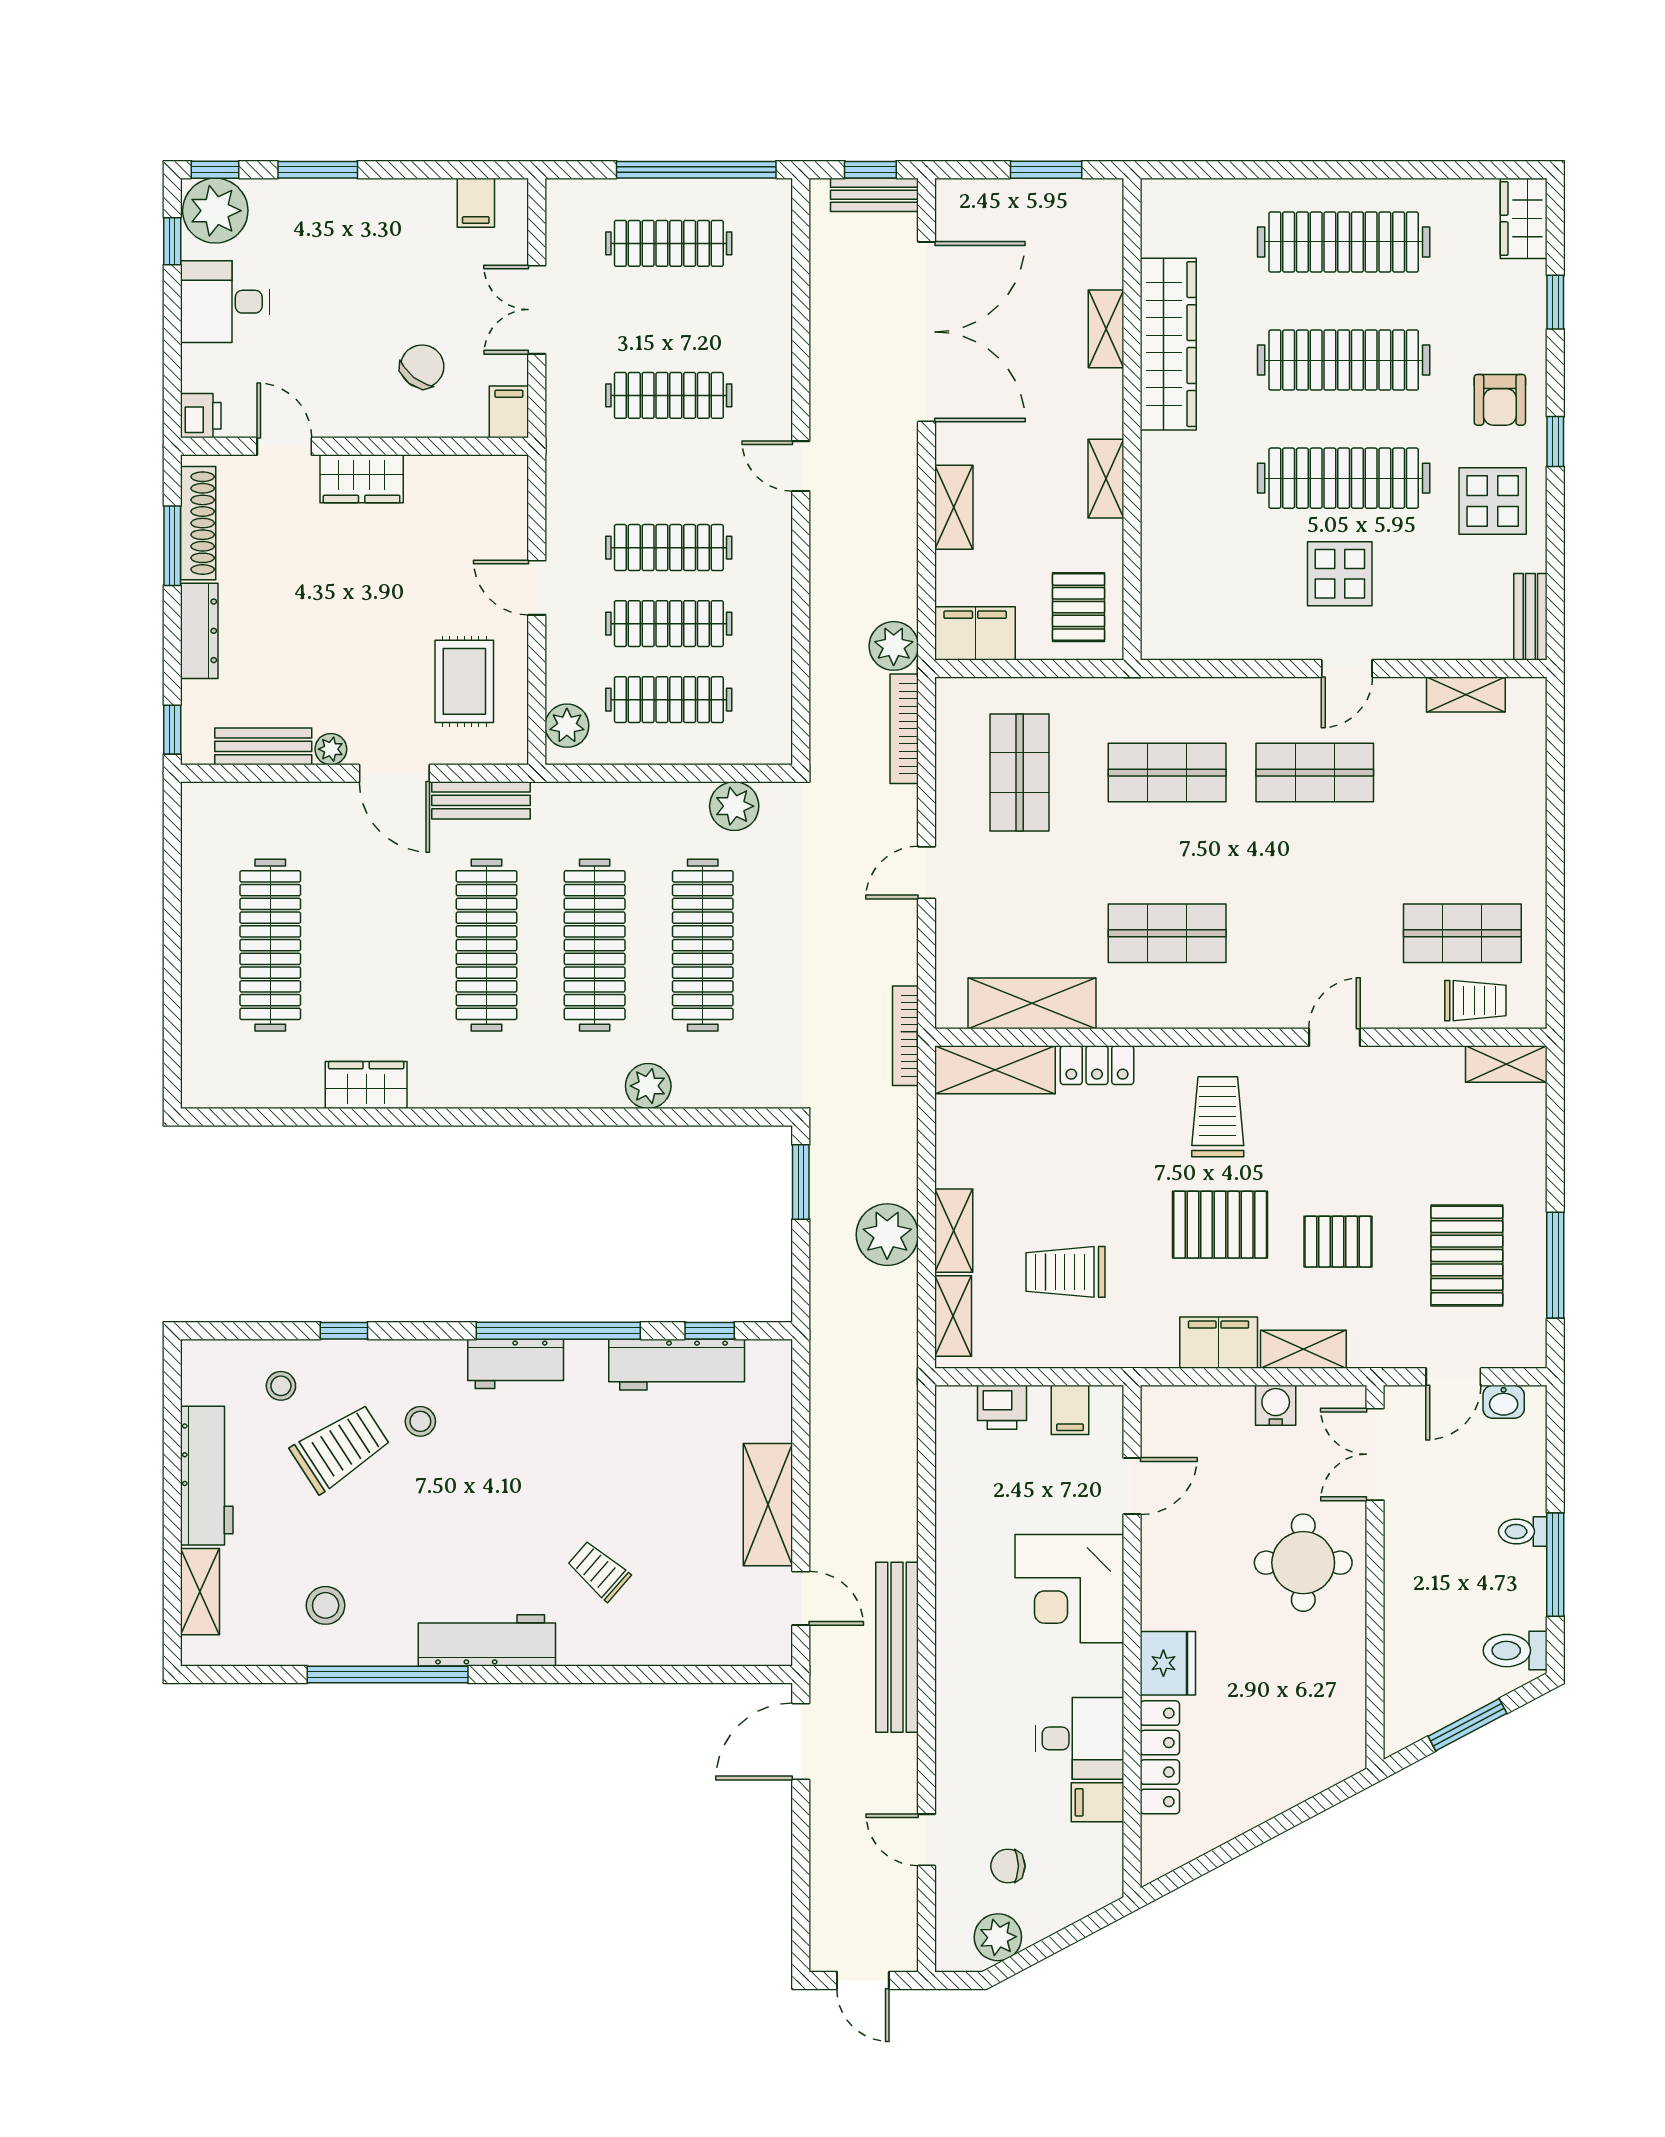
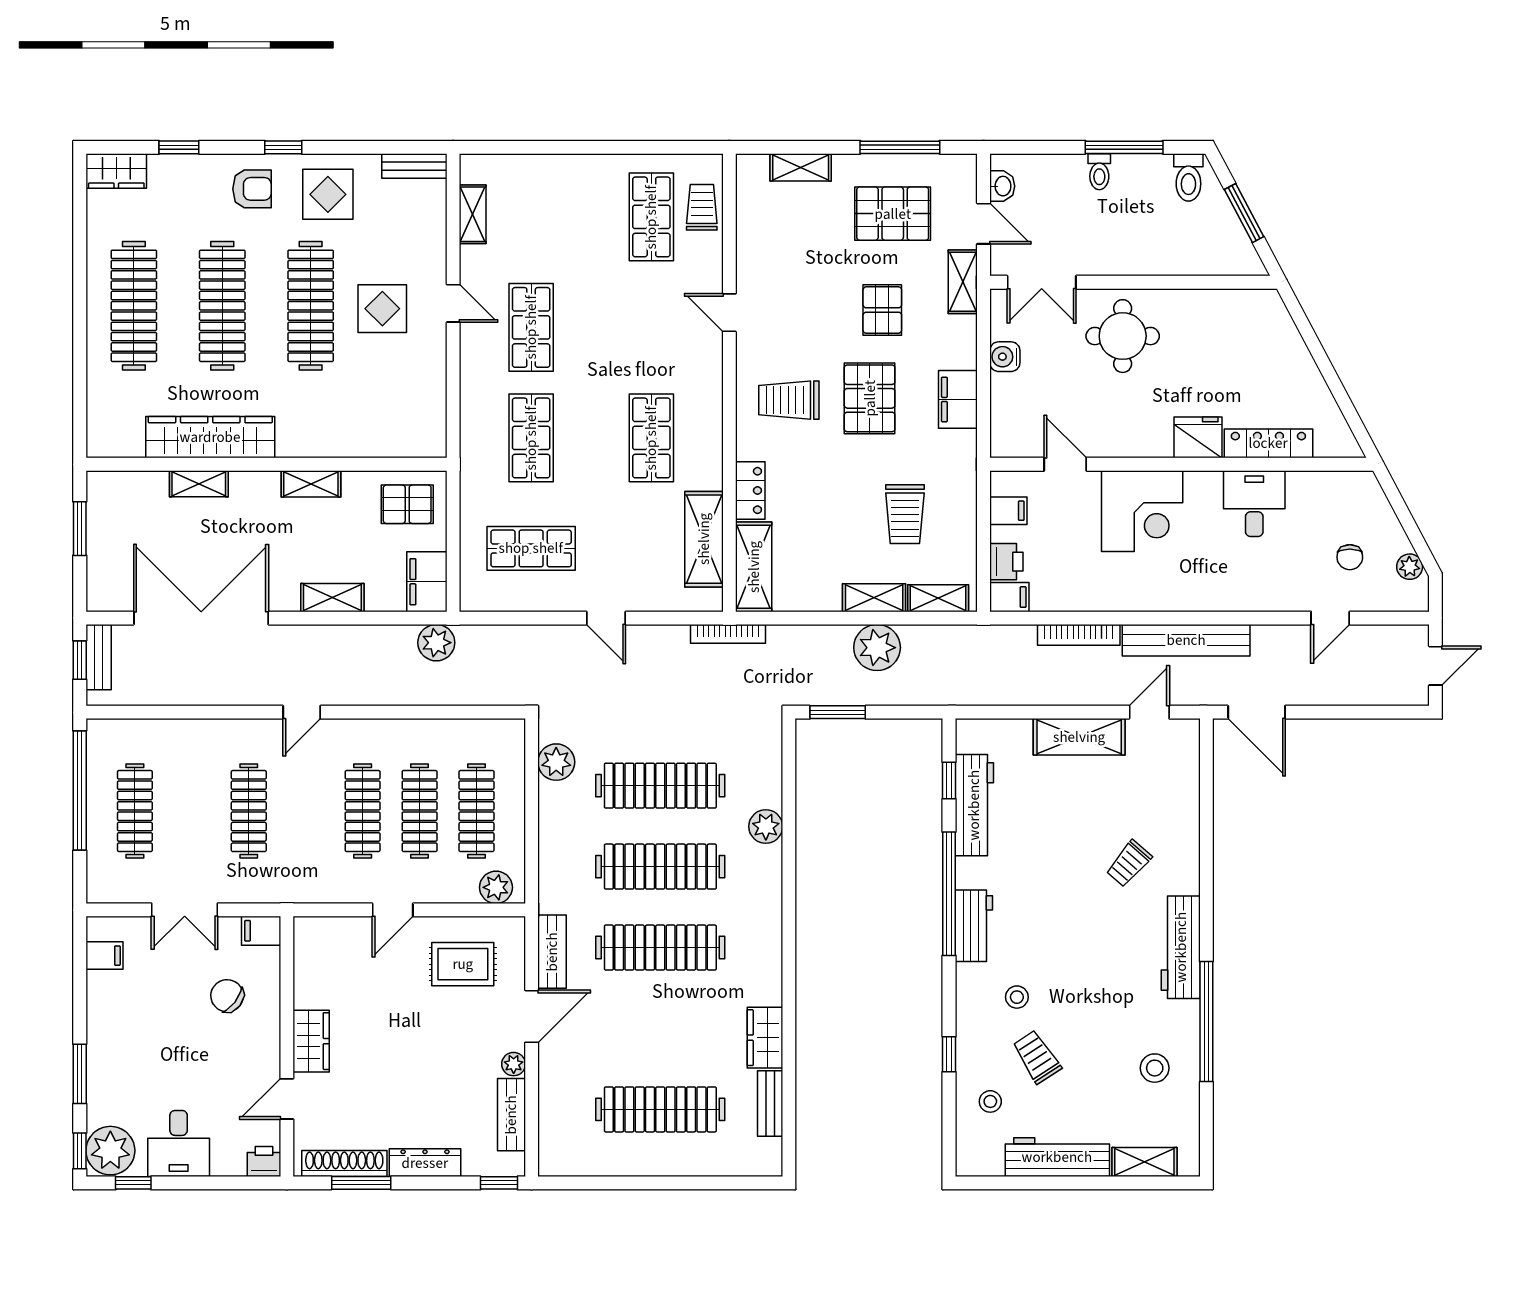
bookcase: (904, 729) -> (1079, 635), moved
shelving: (1506, 1064) -> (801, 167), moved, turned 90
bench: (278, 1092) -> (770, 1103), added
shelving: (1303, 1349) -> (963, 282), moved
trolley: (340, 1448) -> (1037, 1057), width x0.73, depth x0.72
filing cabinet: (1097, 1802) -> (1009, 597), moved, turned -90
plant: (998, 1937) -> (1410, 567), width x0.73, depth x0.73

